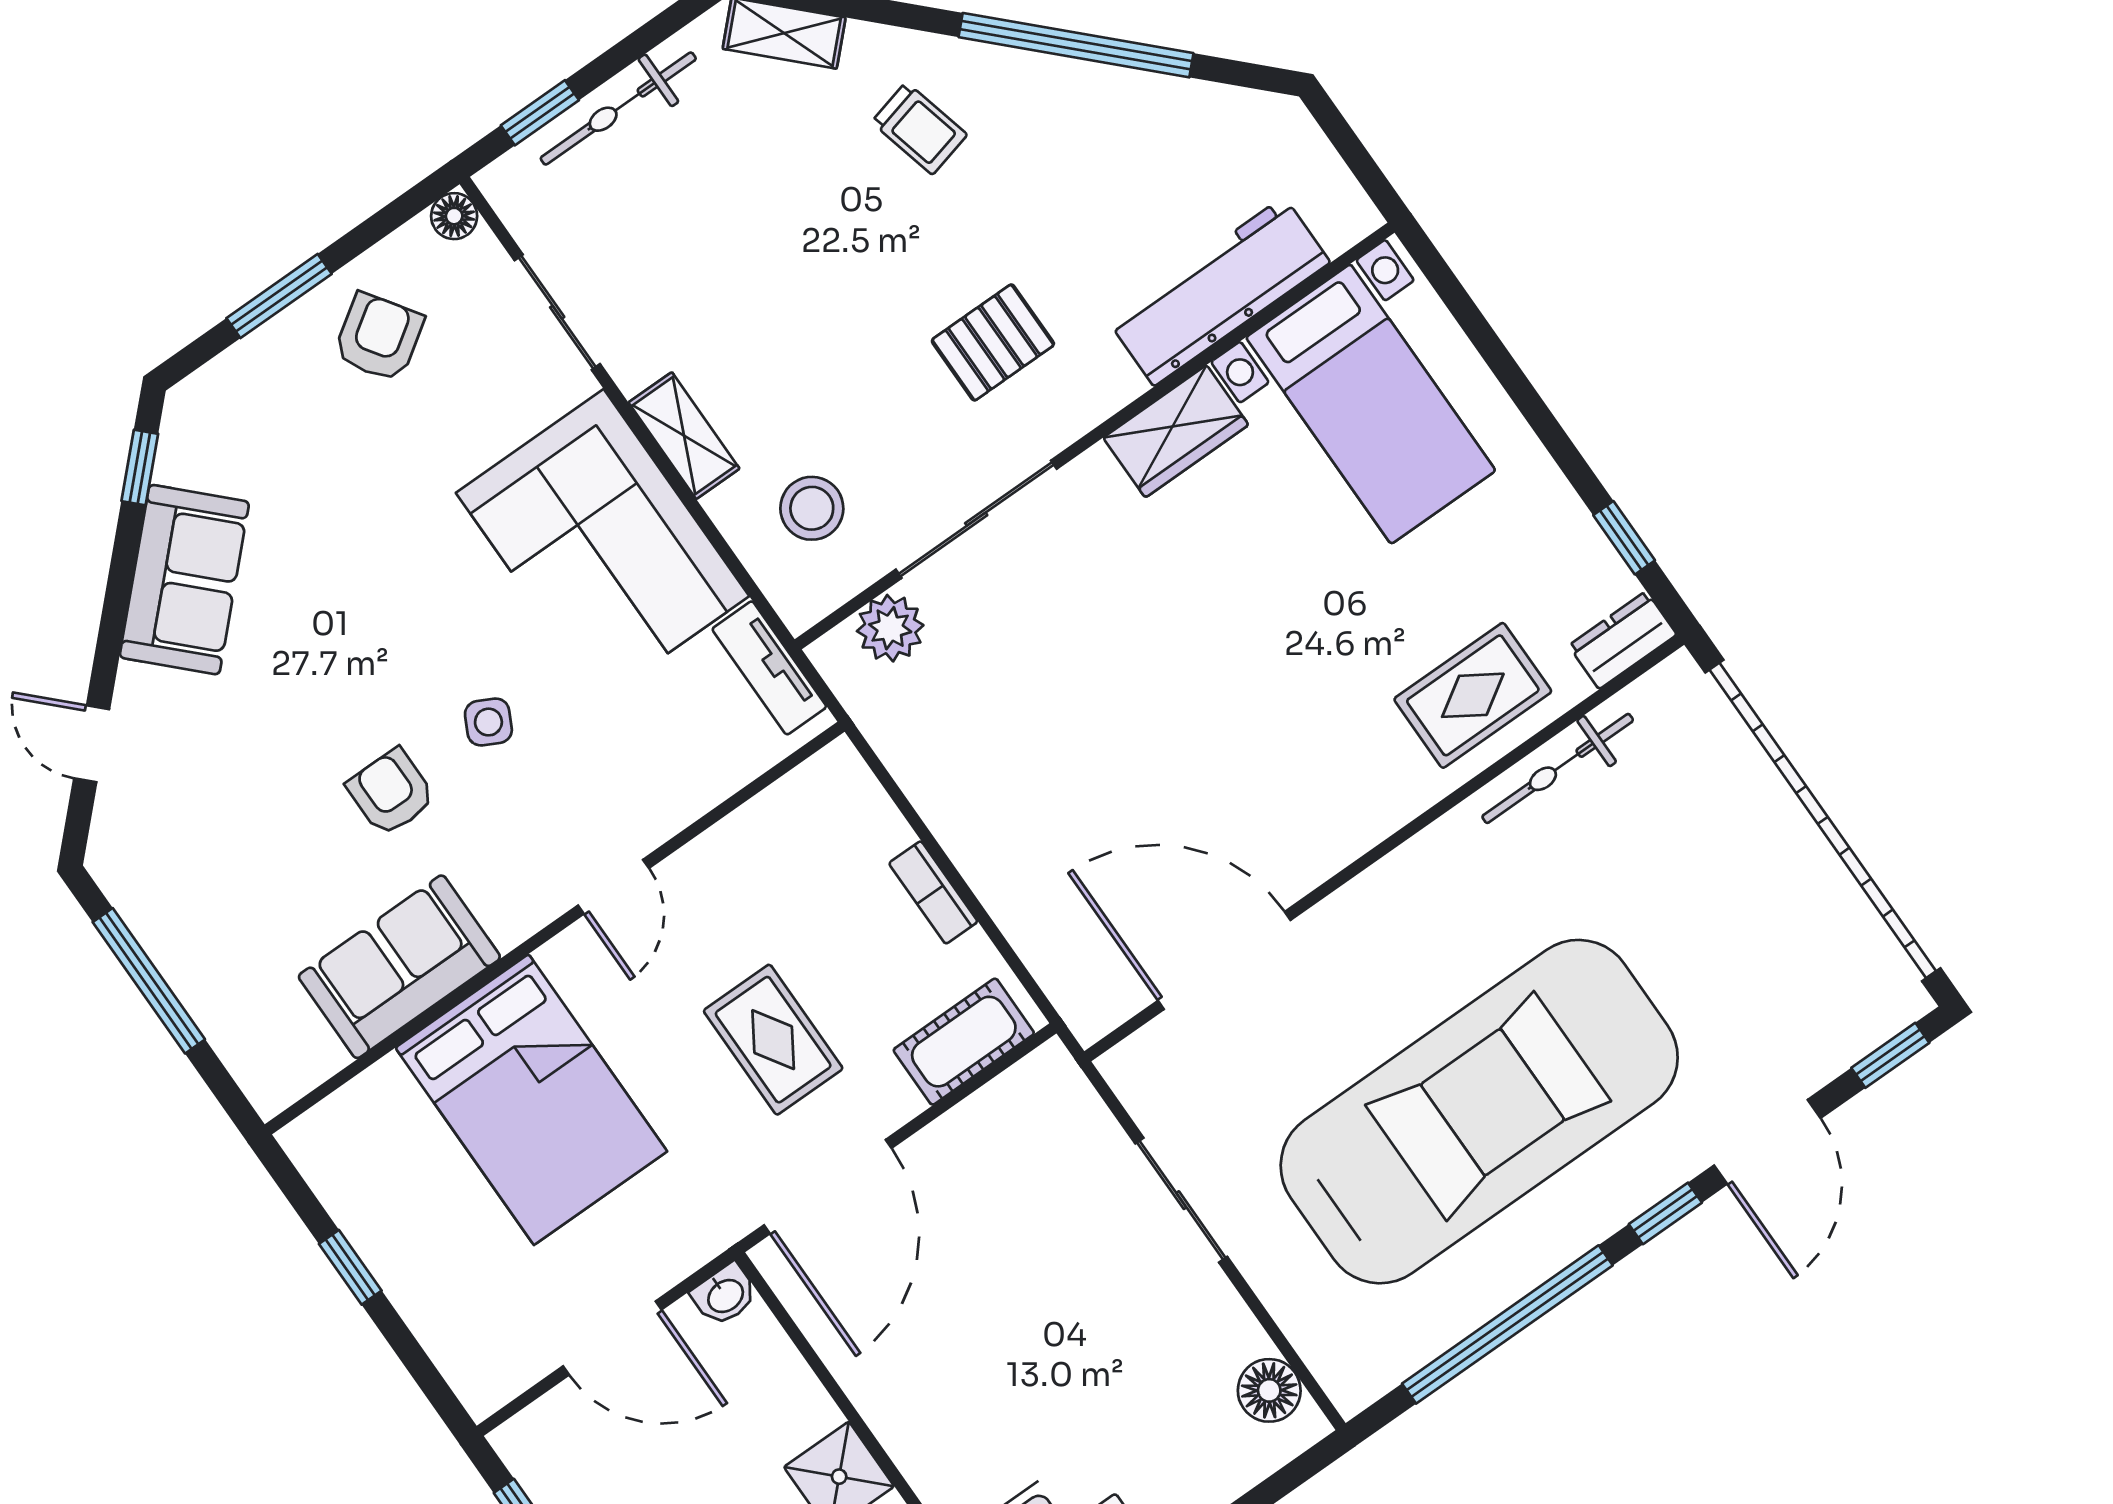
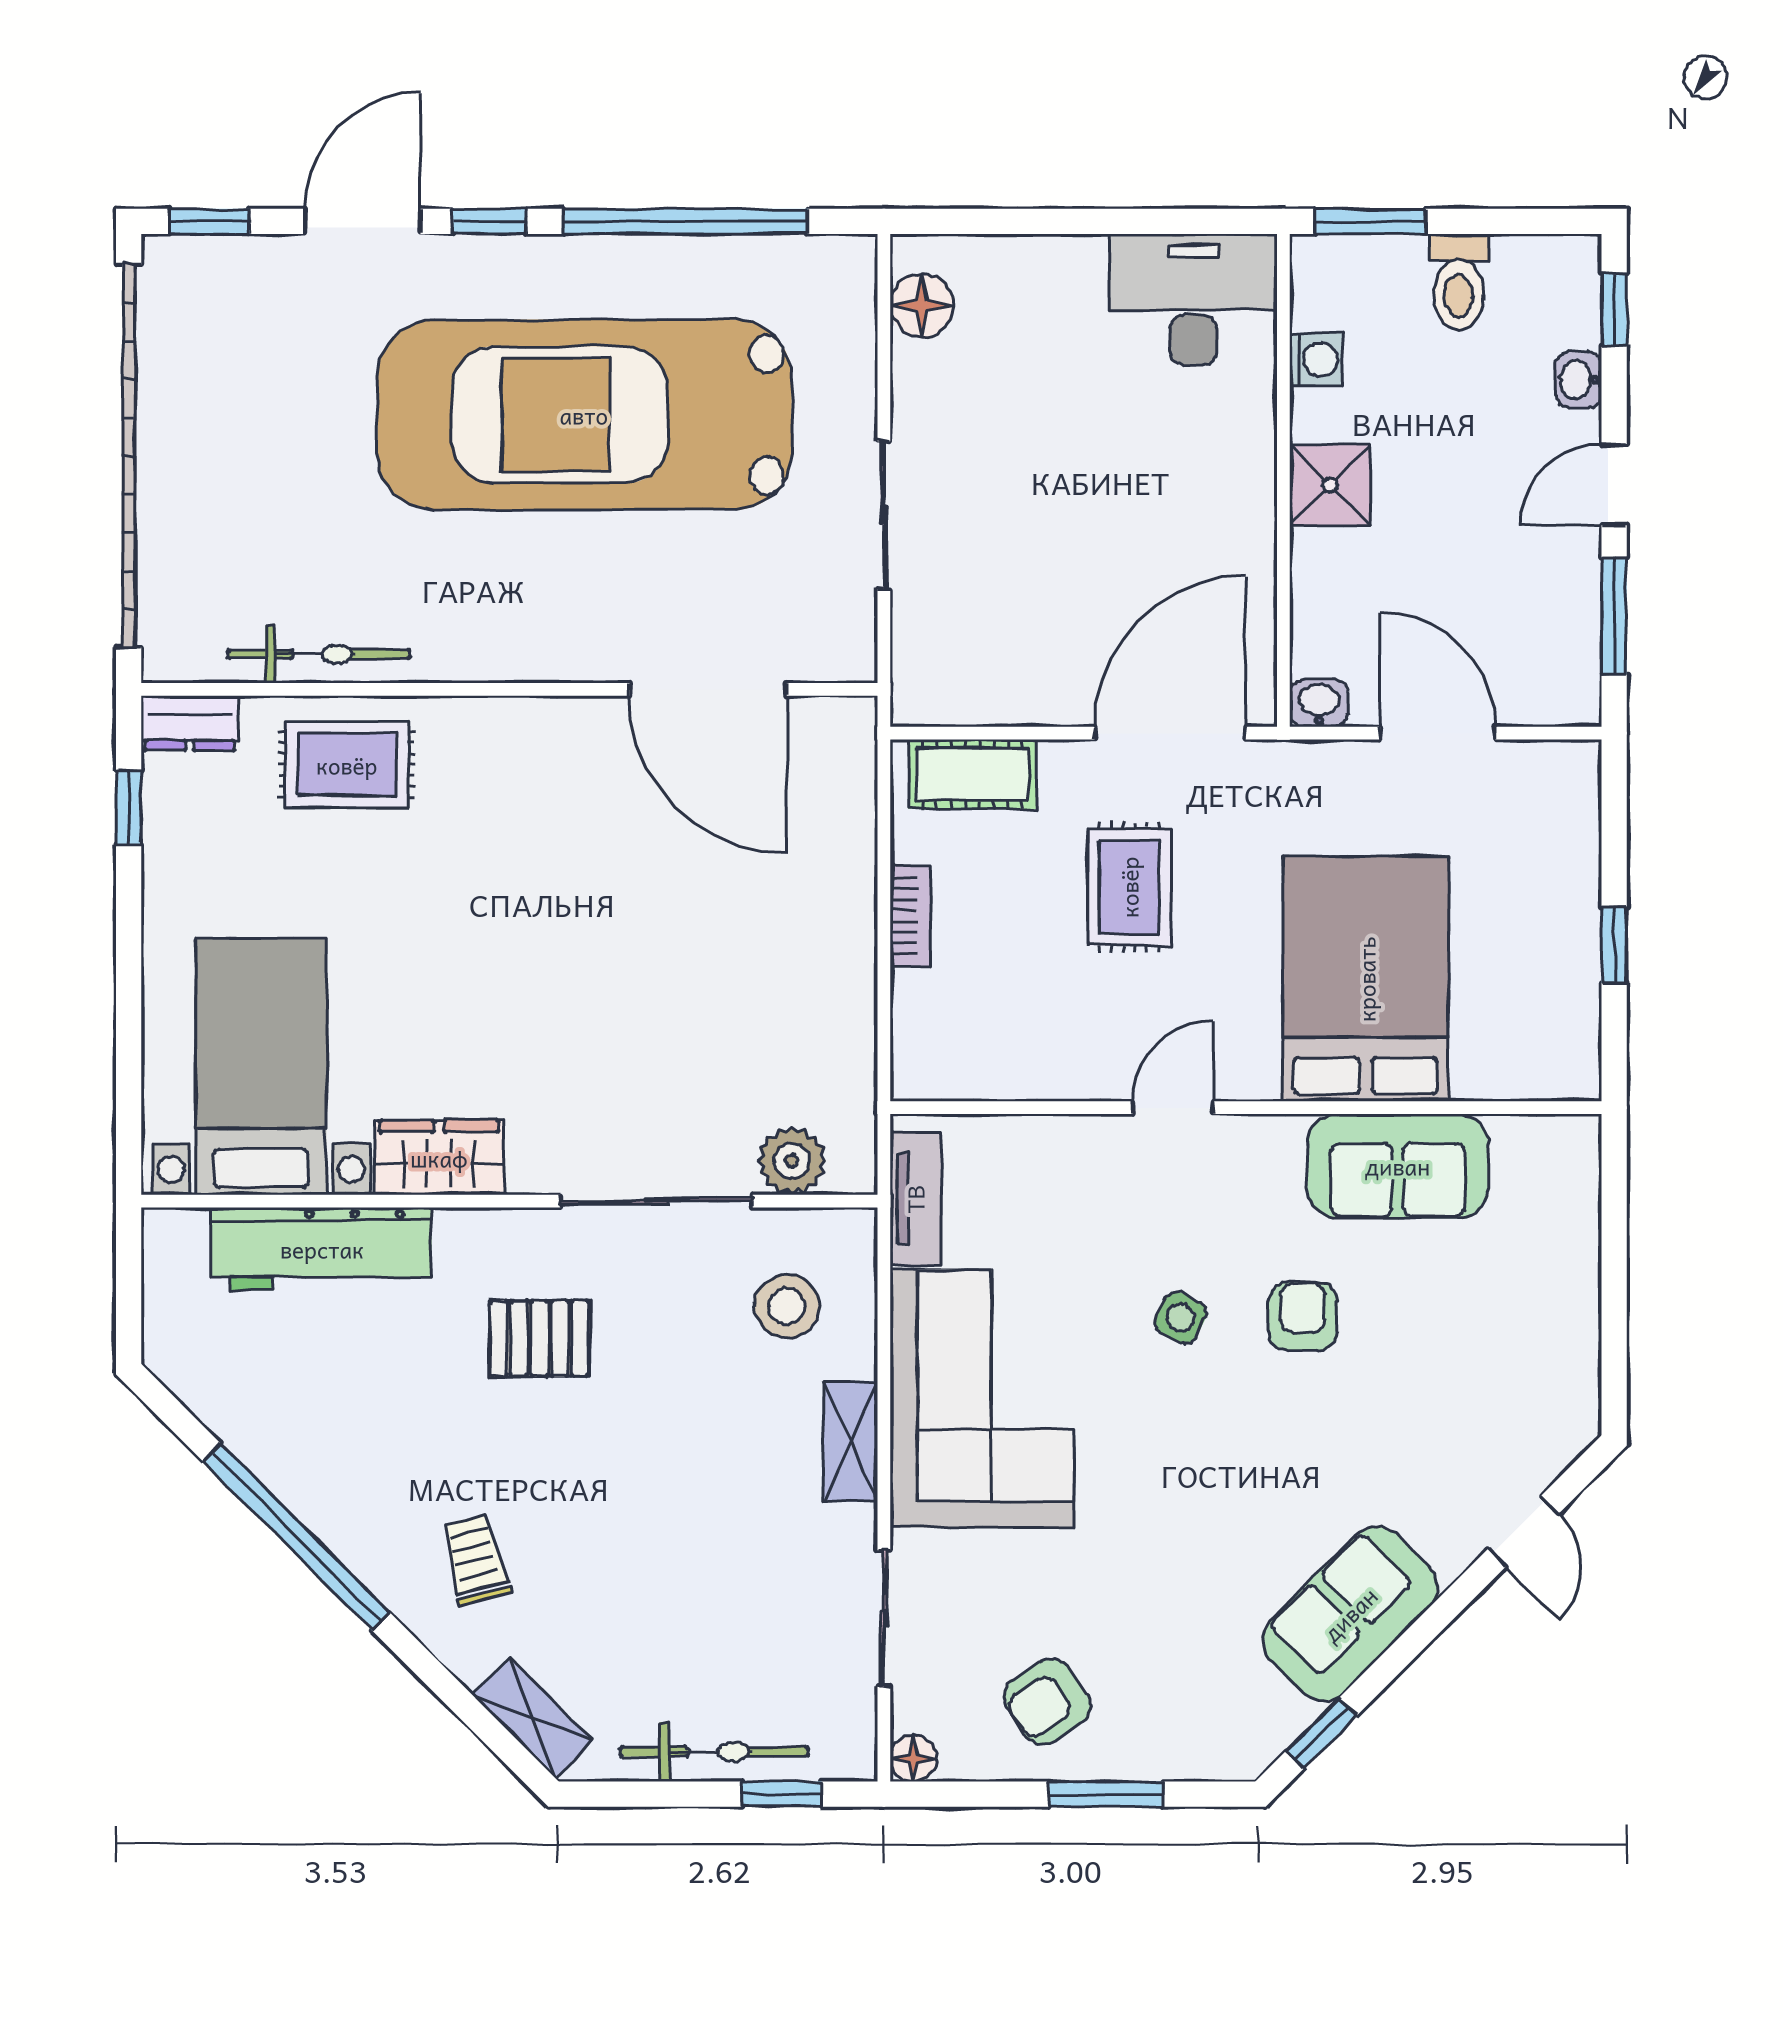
armchair: (391, 792) -> (1303, 1316), turned 180
window: (149, 981) -> (1614, 1301), removed

